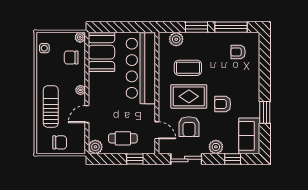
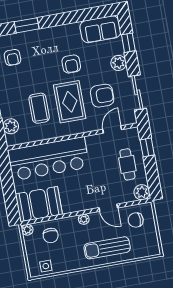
window: (265, 112) -> (27, 25), moved
chair: (60, 142) -> (136, 220), moved, turned -90

